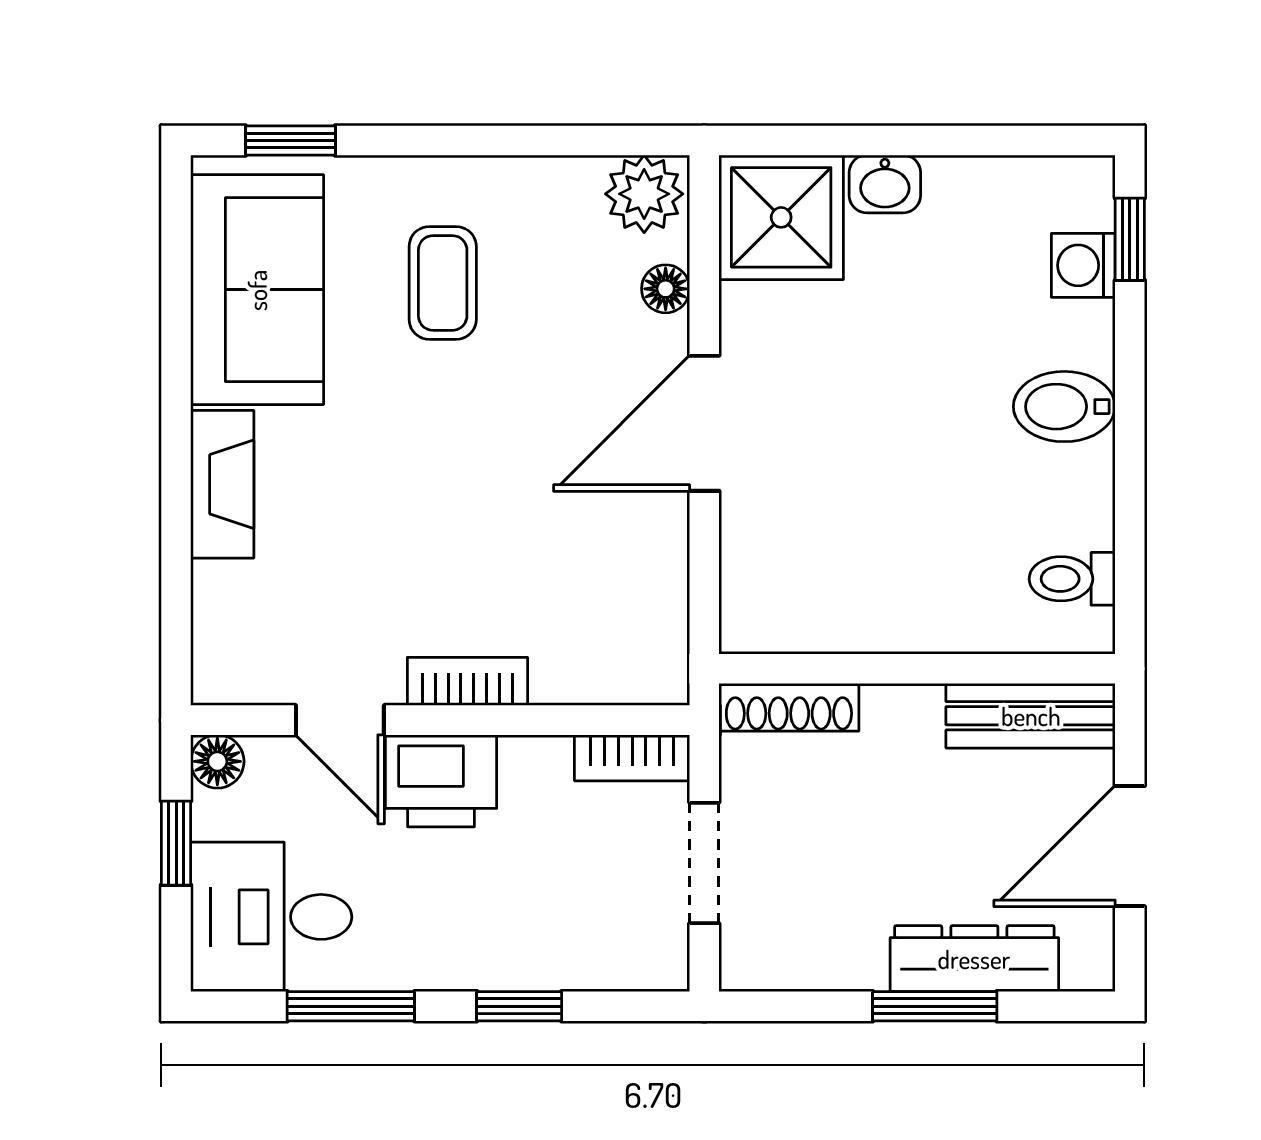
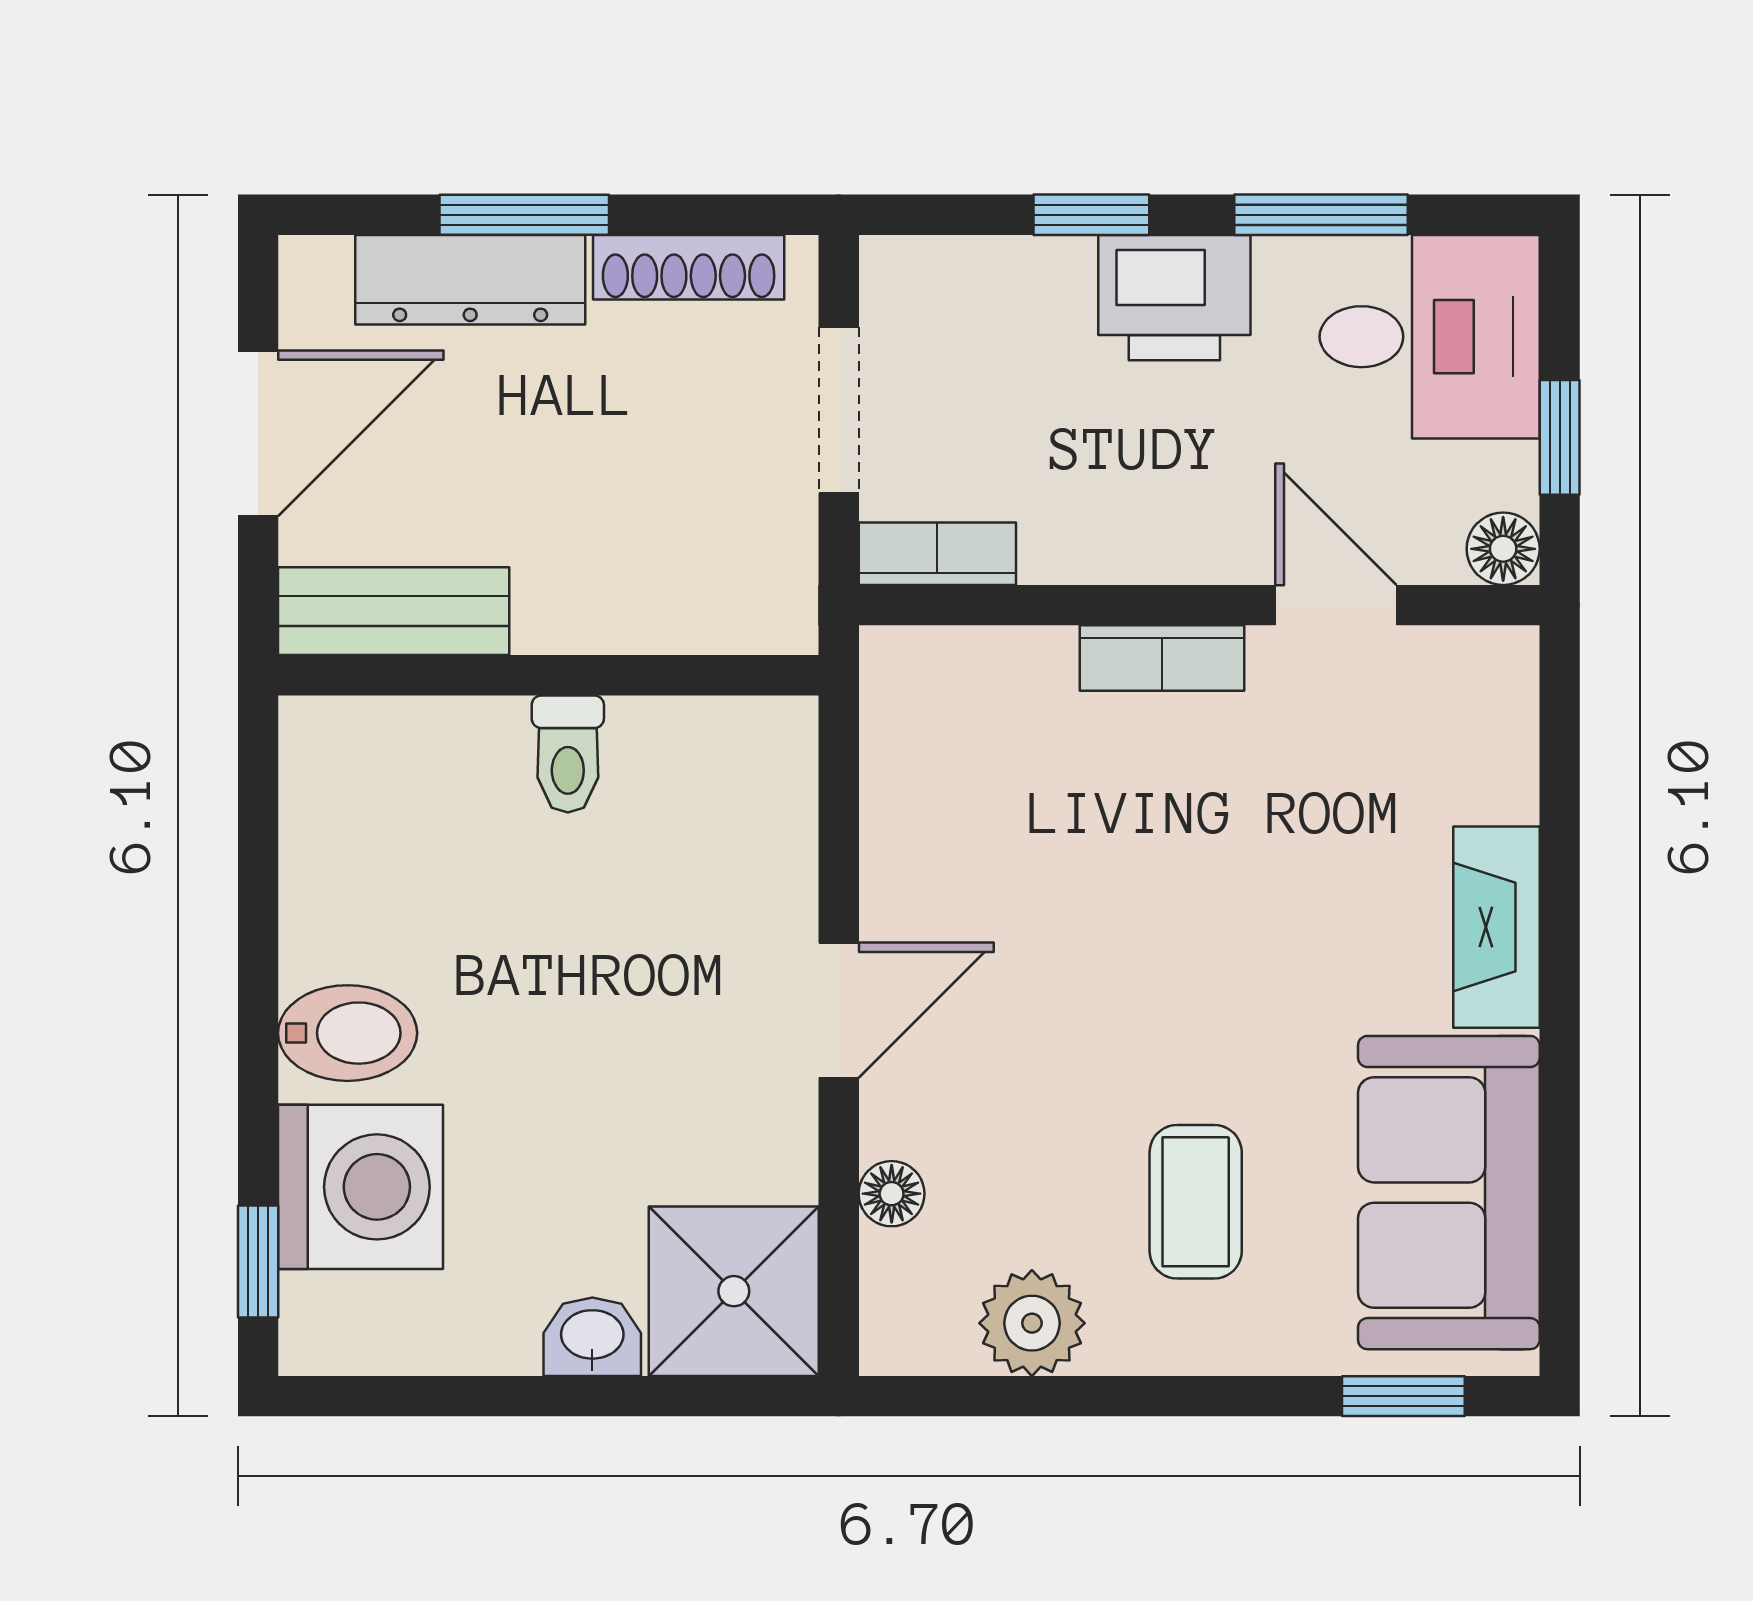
plant: (644, 194) -> (1032, 1323), moved
washing machine: (1083, 265) -> (360, 1187), width x1.89, depth x1.89
door: (704, 423) -> (839, 1010), width x0.73
toilet: (1072, 579) -> (568, 754), moved, turned 90
shoe rack: (789, 707) -> (689, 267), moved, turned 180
printer: (441, 781) -> (1174, 298), moved, turned 180

